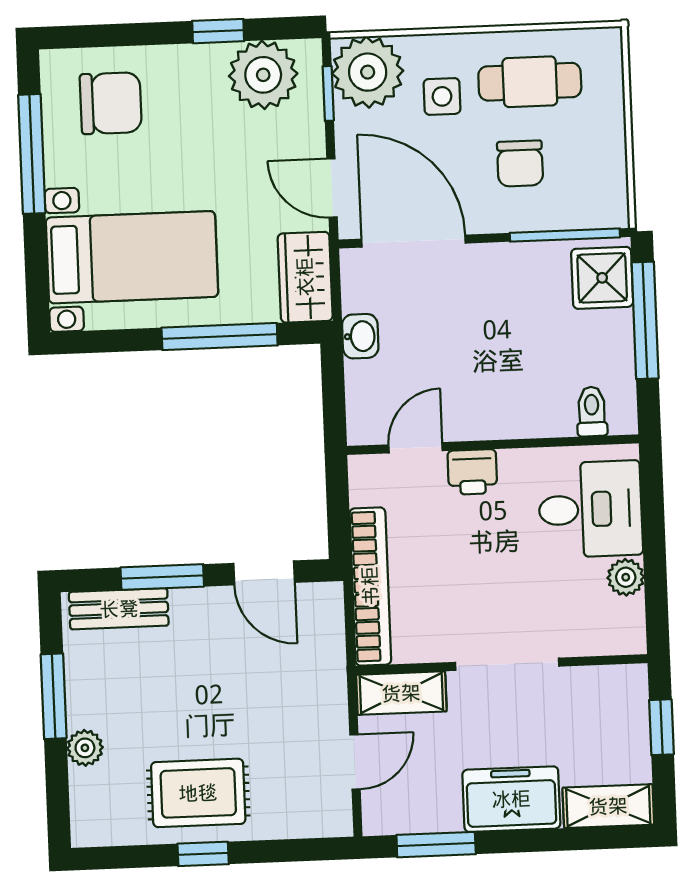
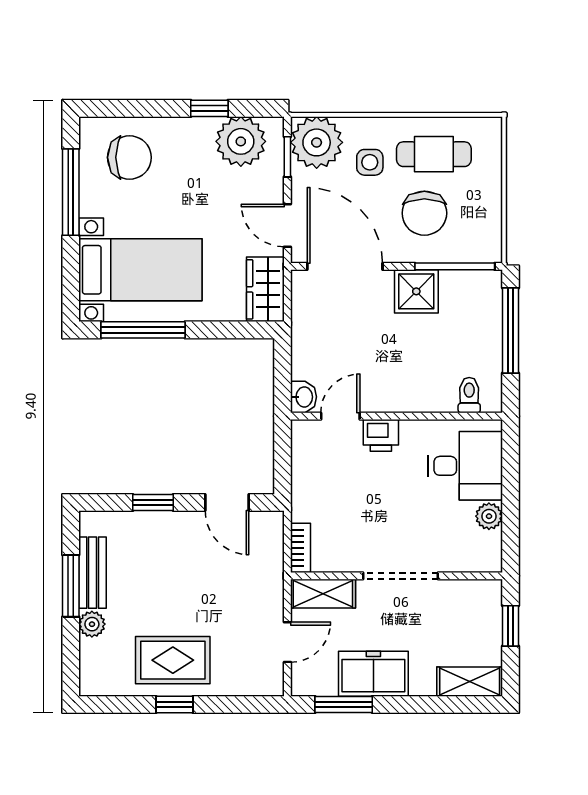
chair: (520, 163) -> (424, 213), width x1.37, depth x1.37
shower: (602, 278) -> (416, 291), moved
washbasin: (360, 336) -> (304, 397), moved
window: (220, 337) -> (143, 330), moved
window: (162, 577) -> (153, 503), width x0.67
bookcase: (370, 586) -> (300, 548), width x0.43, depth x0.76
bench: (119, 609) -> (93, 573), moved, turned 90
freezer: (511, 799) -> (373, 674), moved

